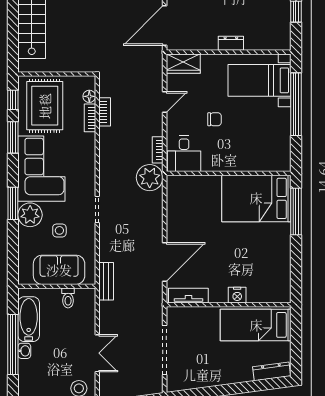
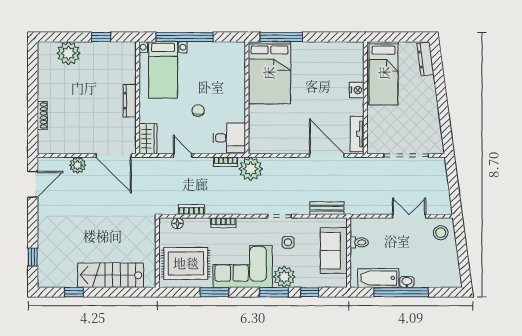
dresser: (231, 43) -> (130, 101), width x1.44
window: (13, 100) -> (310, 292), moved
bookcase: (90, 118) -> (223, 223), moved
side table: (59, 230) -> (288, 242), moved
bench: (106, 281) -> (327, 208), moved

